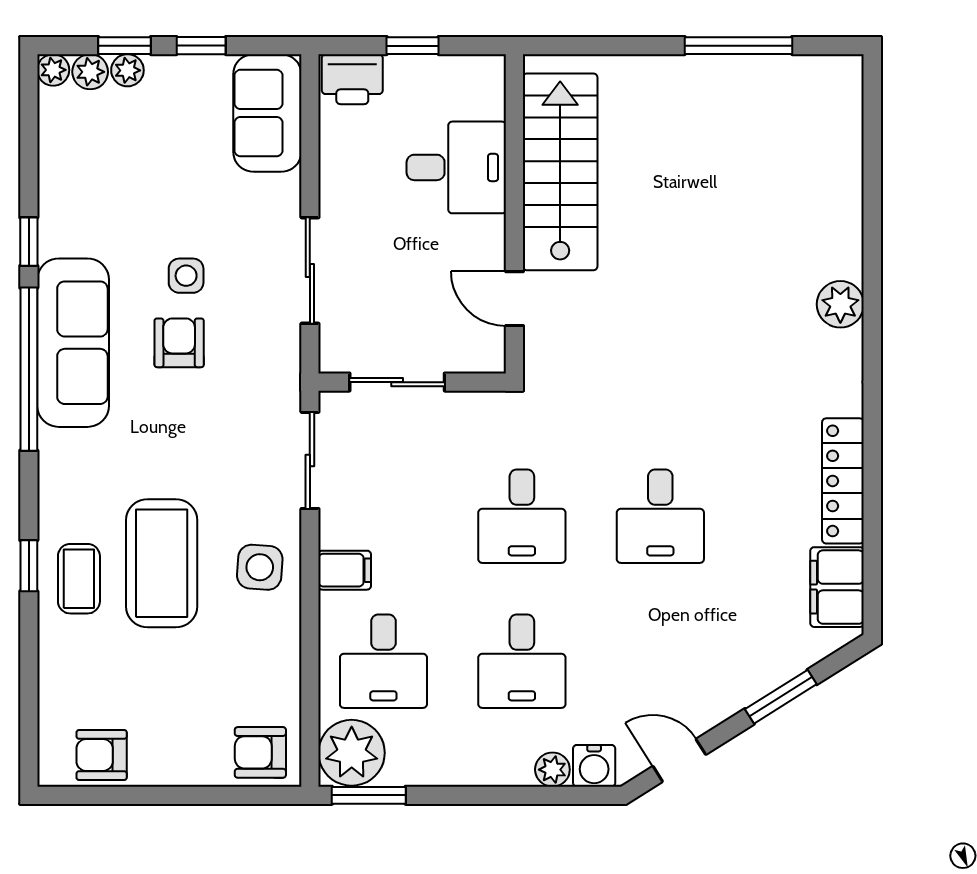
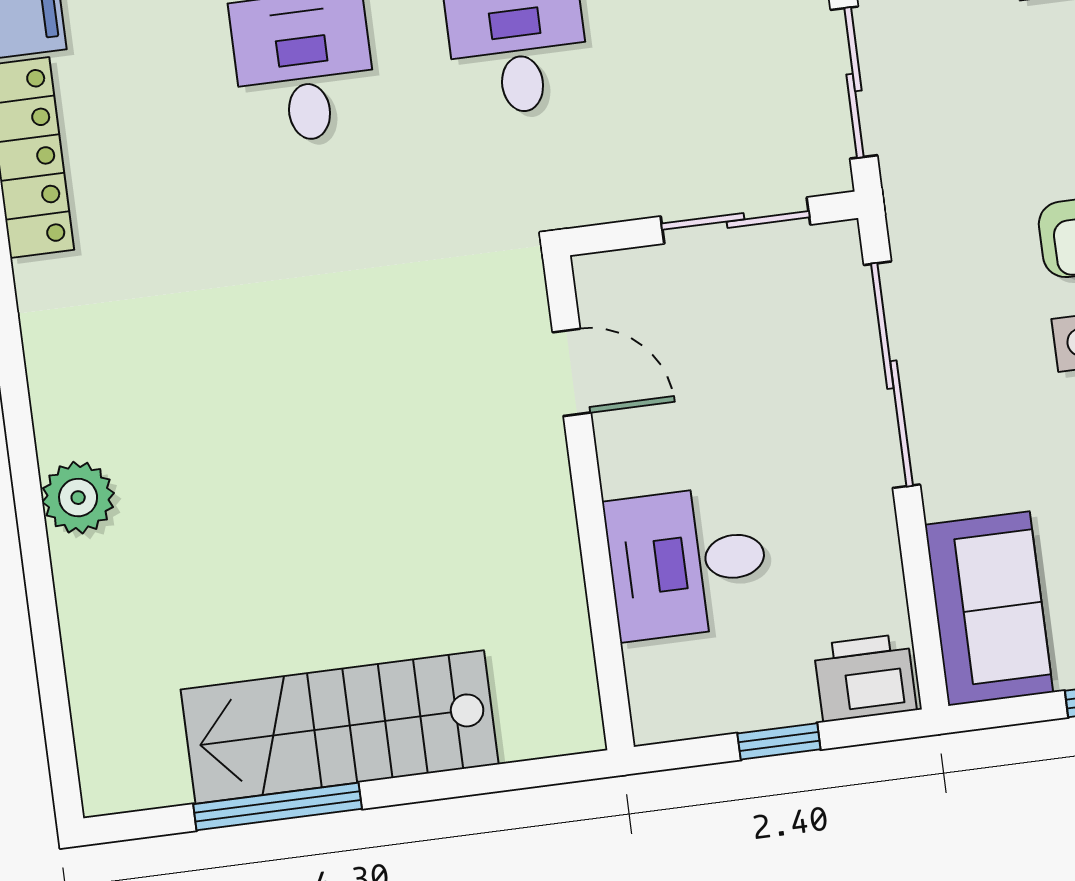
stairs: (560, 172) -> (340, 727), moved, turned 90
sliding door: (310, 271) -> (892, 375), width x1.37
plant: (840, 304) -> (78, 498), moved

